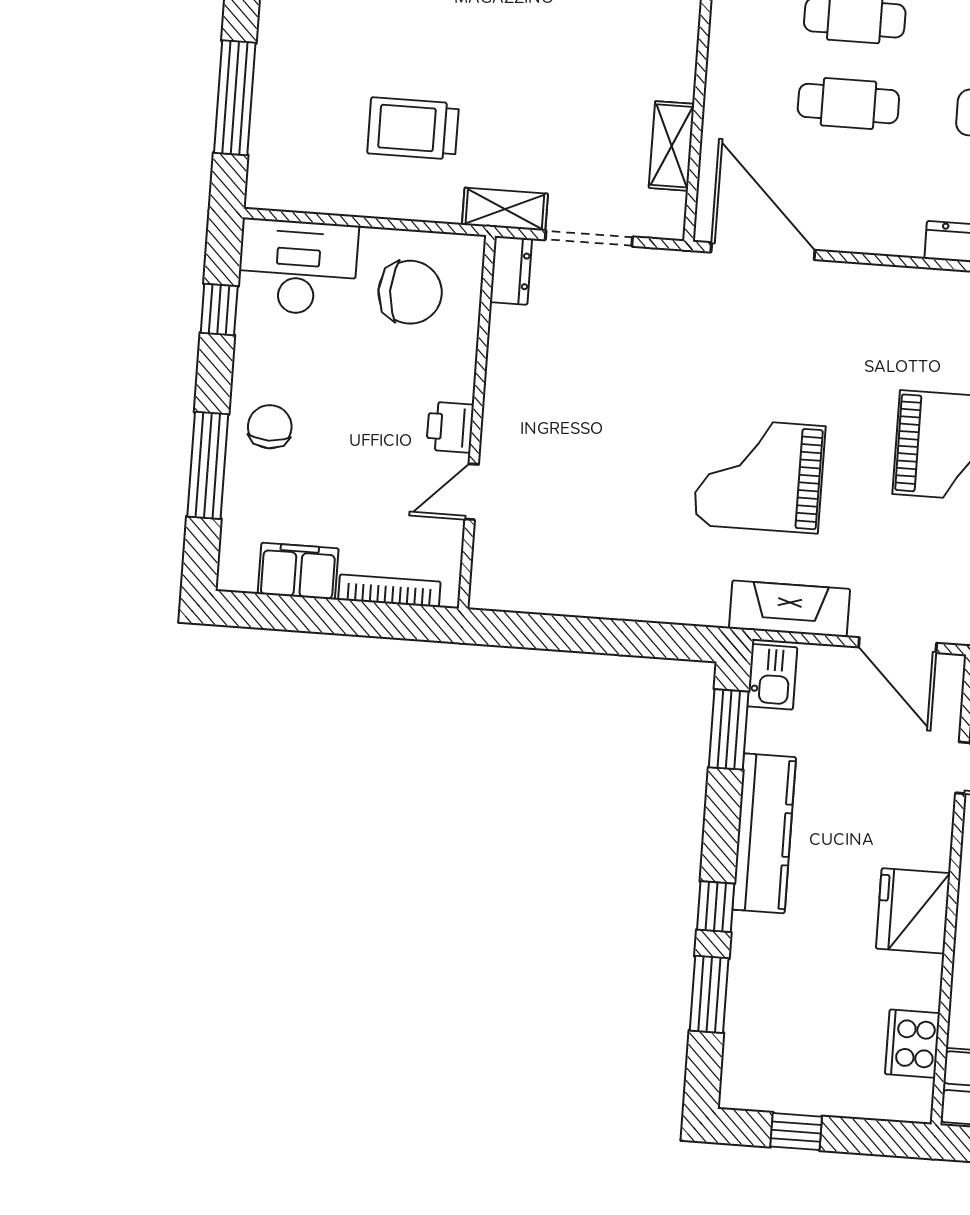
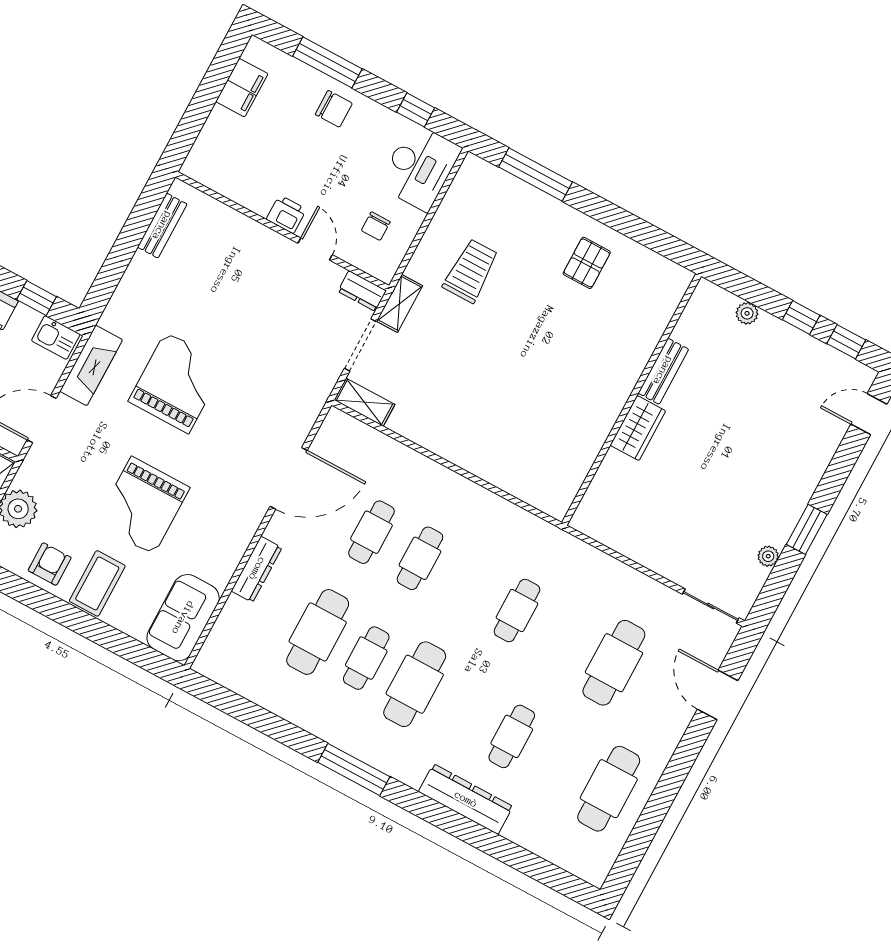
shelving: (672, 146) -> (364, 402), moved
door: (763, 251) -> (289, 478), moved
chair: (410, 292) -> (376, 226), width x0.54, depth x0.54
door: (472, 492) -> (315, 249), moved
bookcase: (389, 591) -> (207, 136), removed
bench: (545, 597) -> (162, 226), added
window: (729, 729) -> (36, 298), width x0.67

